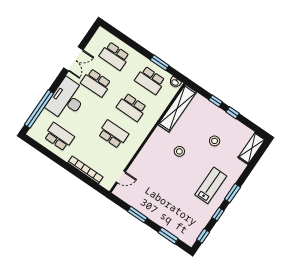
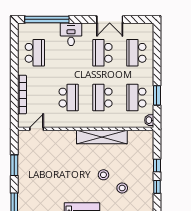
desk: (67, 100) -> (71, 34), width x0.53, depth x0.77
shelving: (177, 108) -> (102, 137), moved
stool: (179, 151) -> (103, 175), moved
door: (121, 177) -> (37, 129), swing flipped

